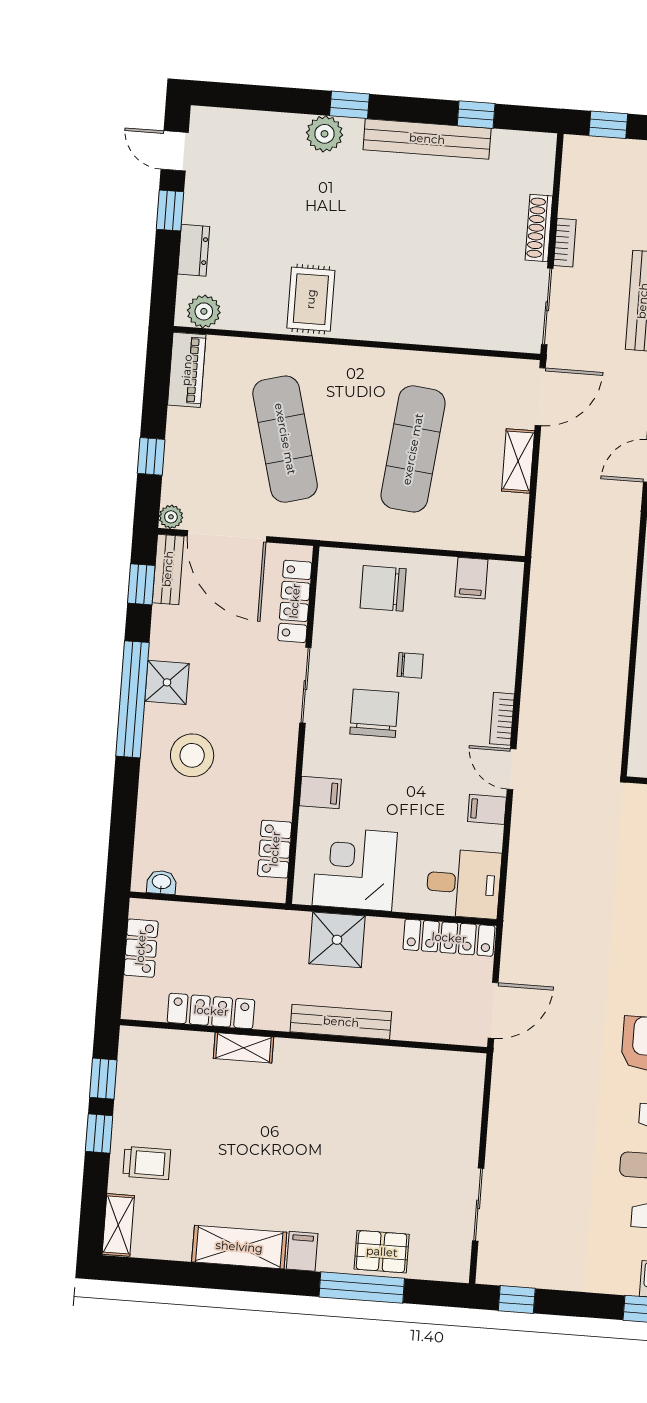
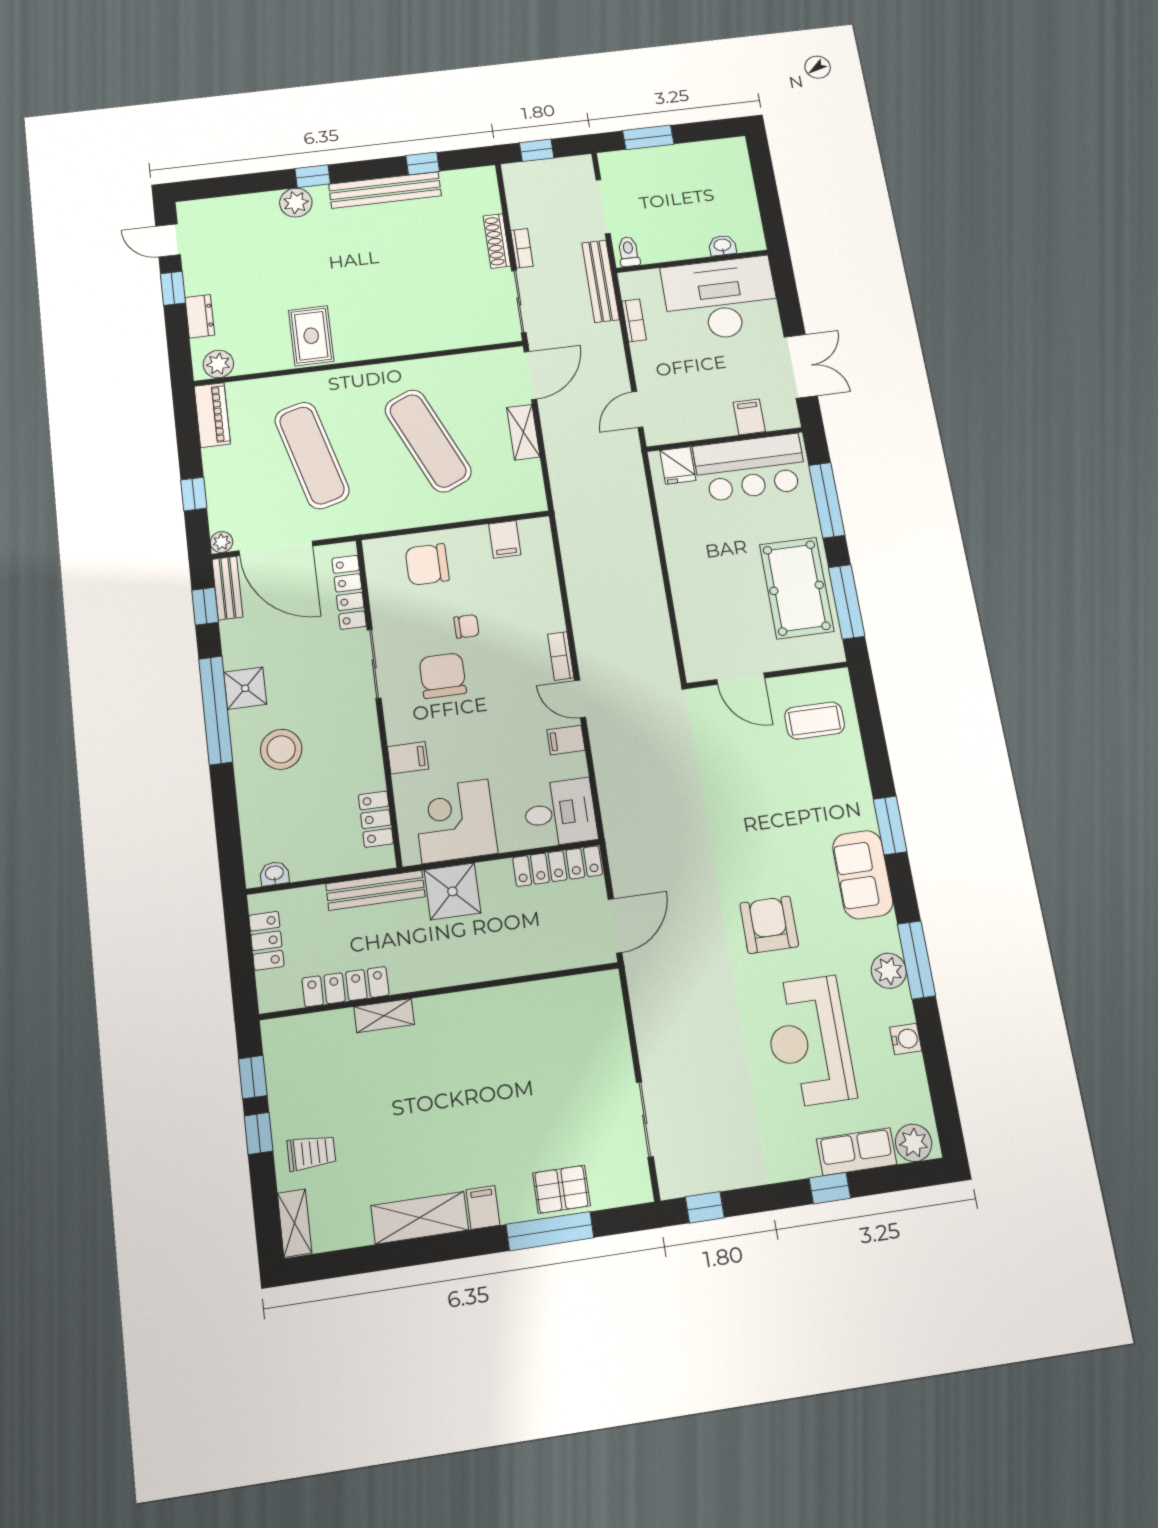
exercise mat: (413, 449) -> (428, 441), turned -30
bench: (341, 1022) -> (375, 890), moved

